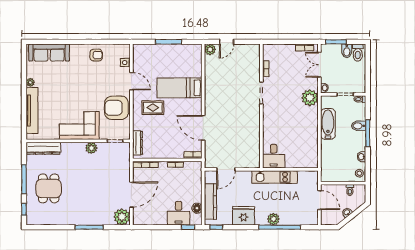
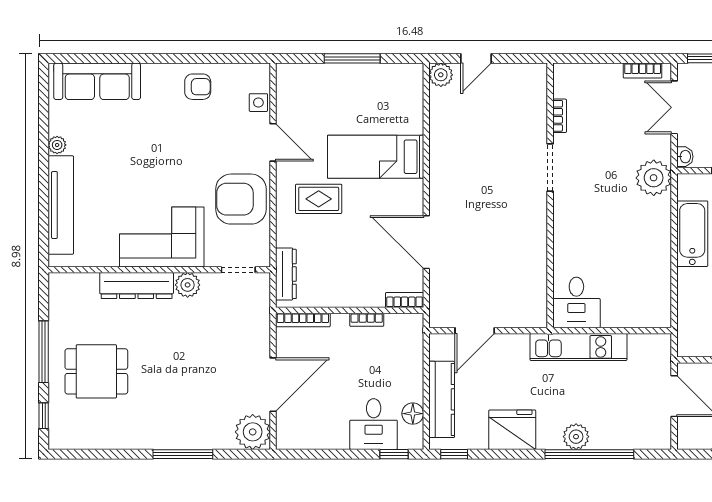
dresser: (43, 148) -> (137, 286), moved
dining table: (49, 188) -> (96, 371), turned 90

